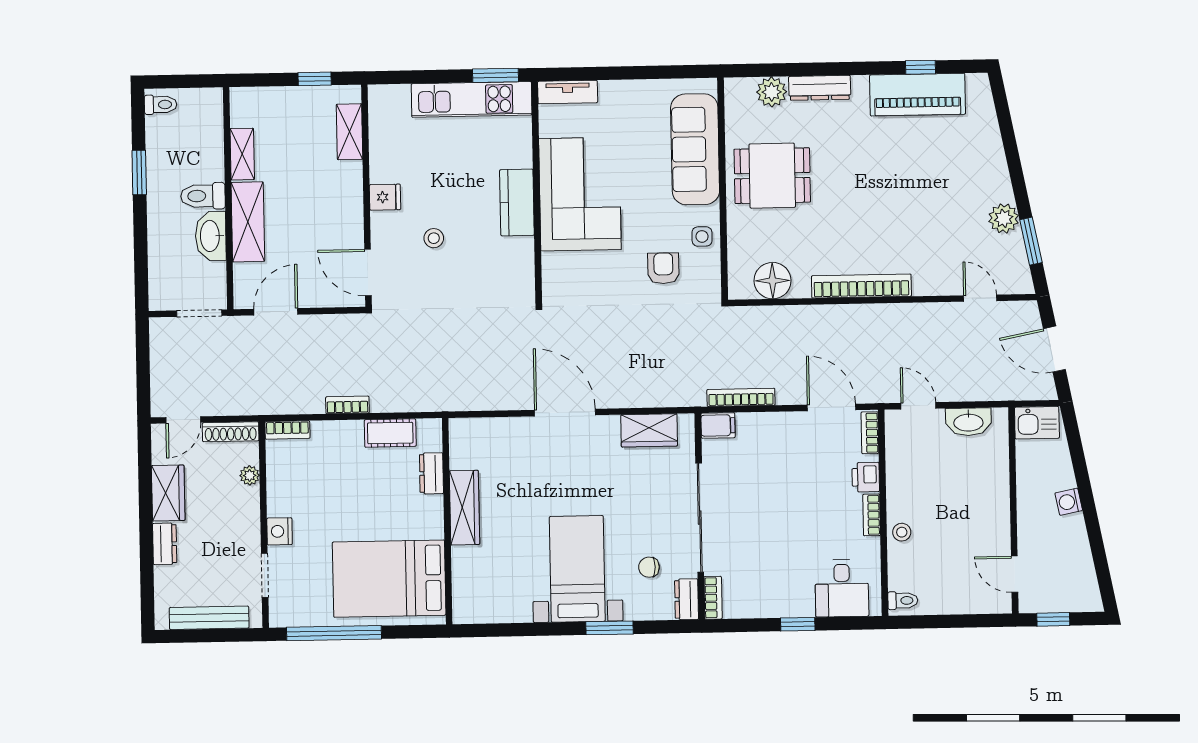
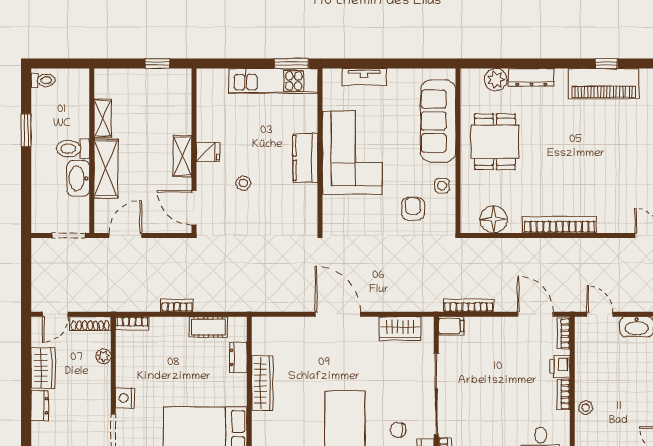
tv unit: (568, 92) -> (364, 77), moved
shelving: (349, 132) -> (182, 156), moved
dining table: (772, 176) -> (495, 142), turned 90

